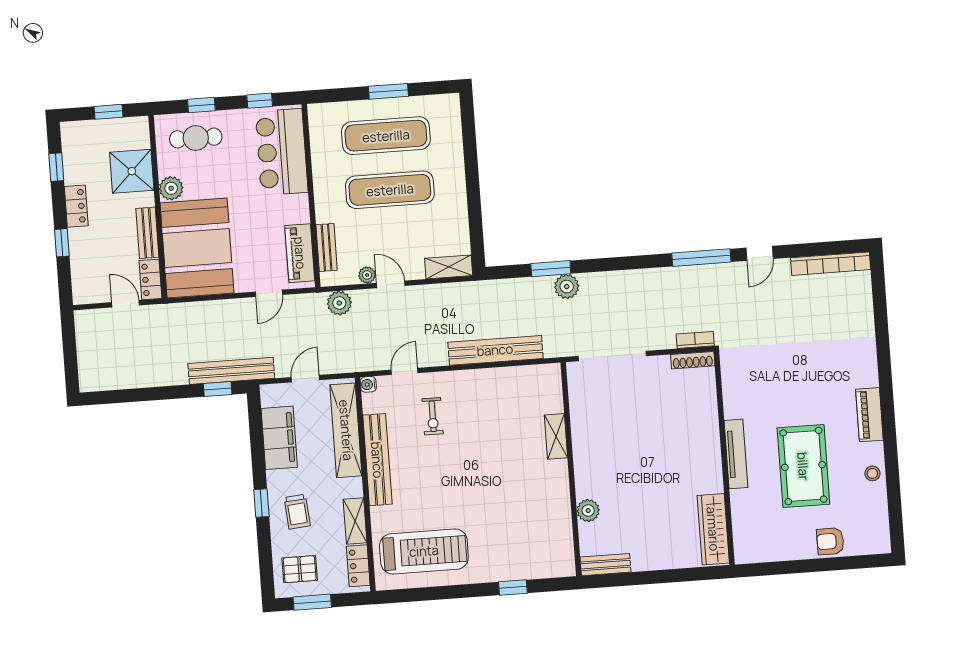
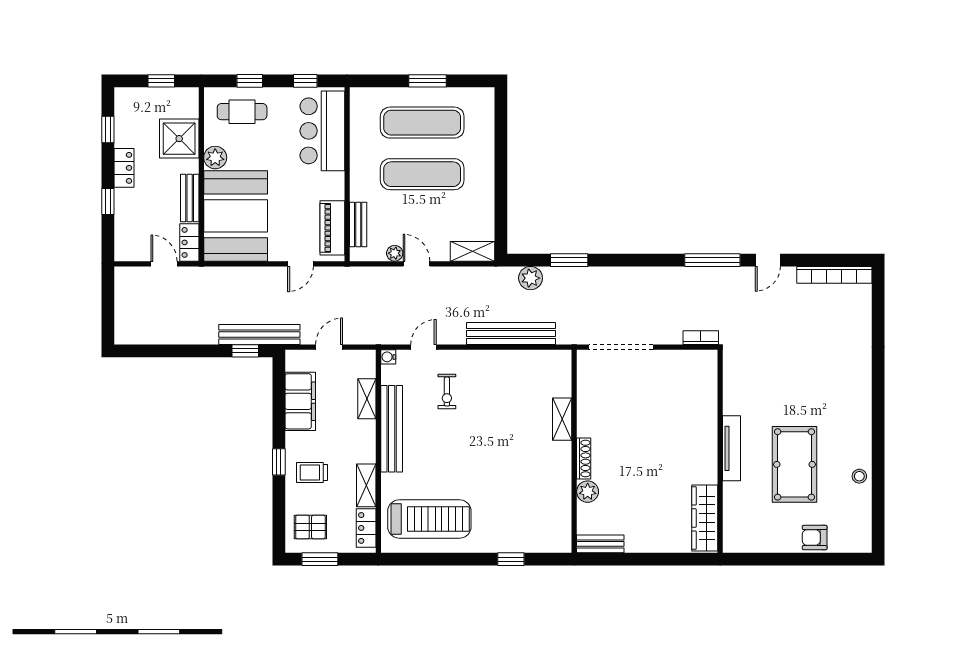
plant: (567, 287) -> (531, 278), moved
plant: (339, 303) -> (366, 278), removed
shoe rack: (693, 360) -> (584, 459), moved, turned -90
piano: (869, 415) -> (861, 420), removed
shelving: (346, 430) -> (367, 399), width x0.45, depth x0.75
trolley: (297, 512) -> (312, 472), turned 95

